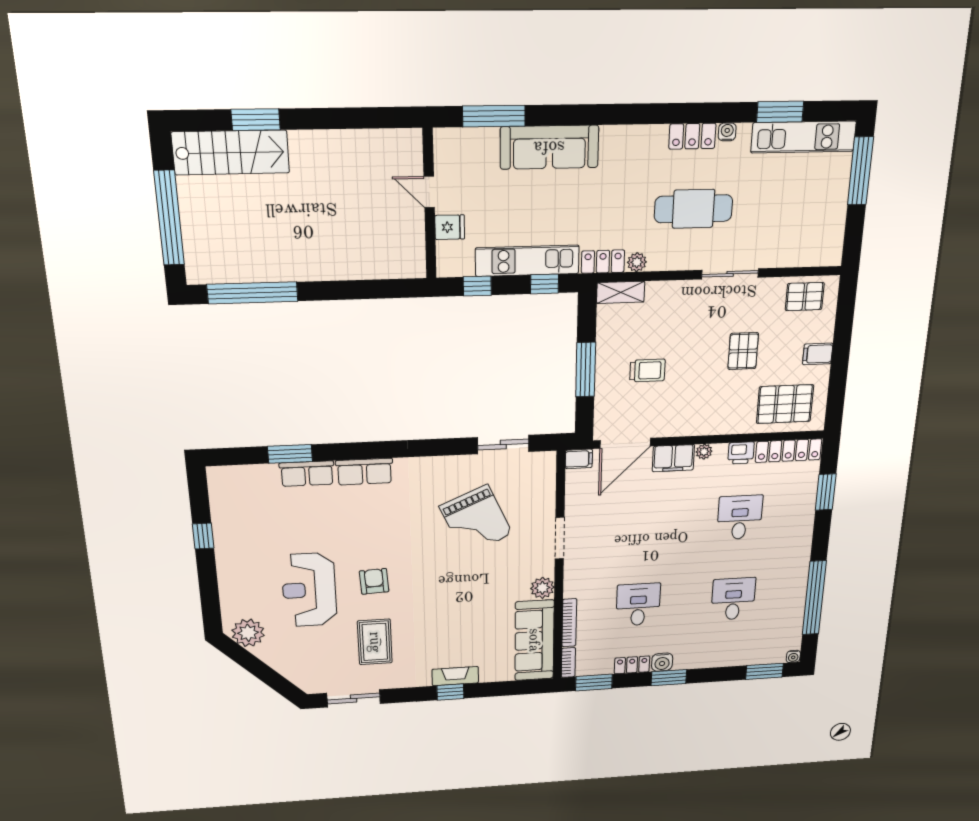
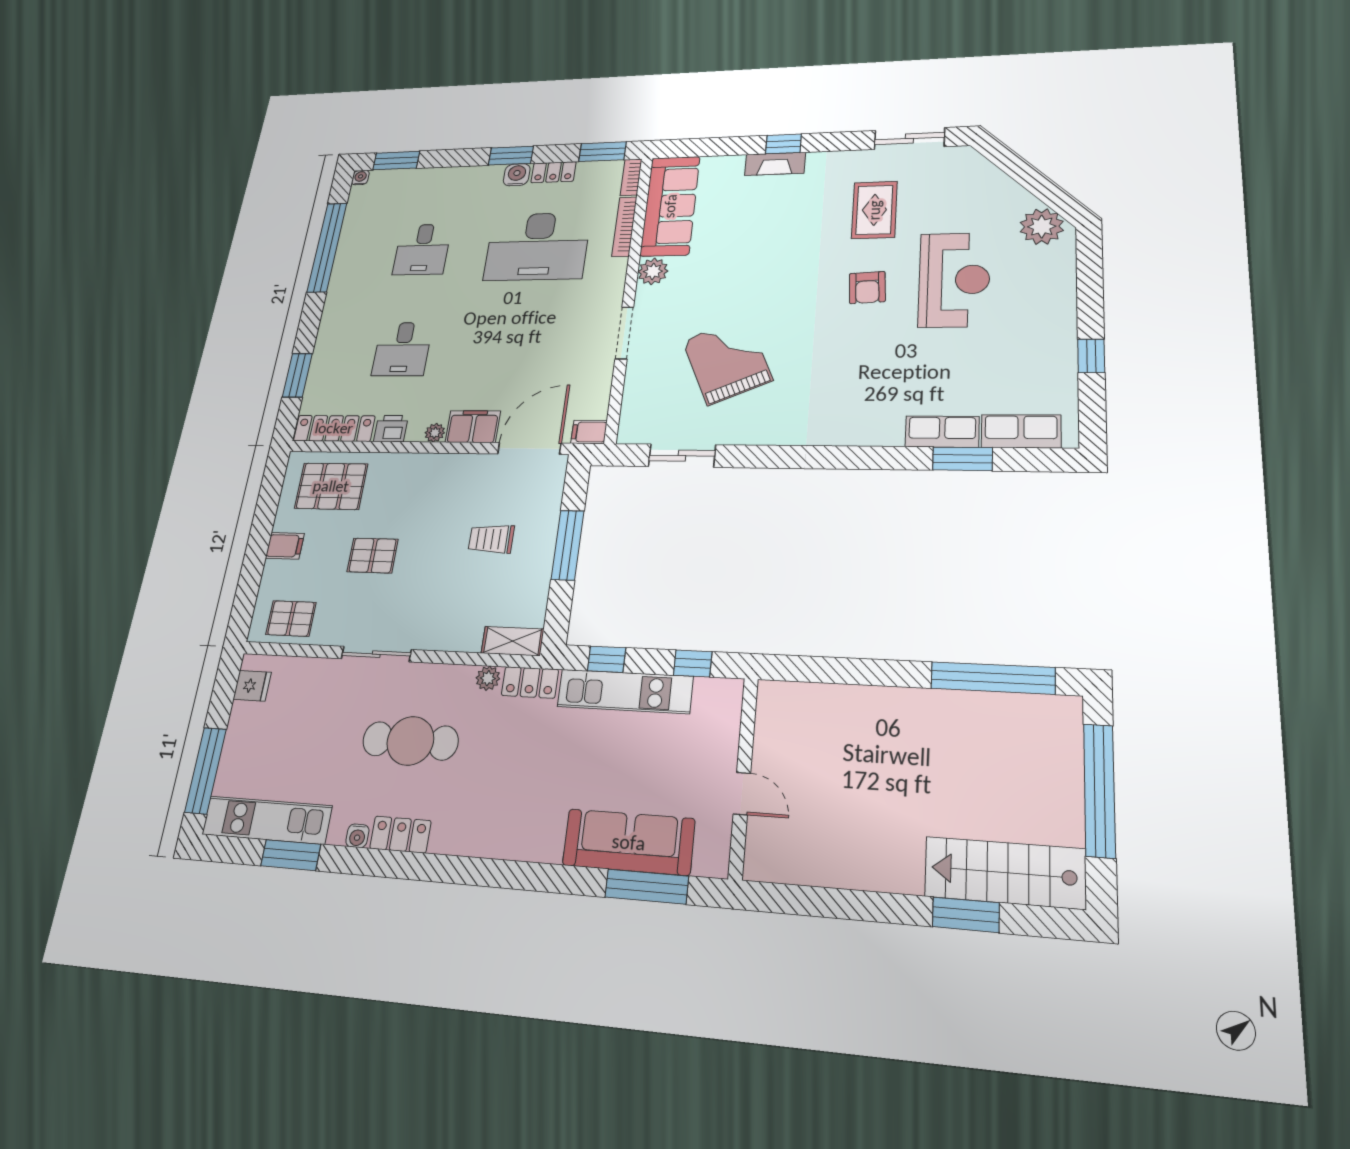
sofa: (549, 147) -> (629, 842), moved
fridge: (450, 227) -> (252, 686), moved, turned 180
pallet: (743, 351) -> (373, 556), turned 90
row of seats: (364, 472) -> (1021, 431), moved
desk: (638, 605) -> (537, 246), width x1.87, depth x1.30

